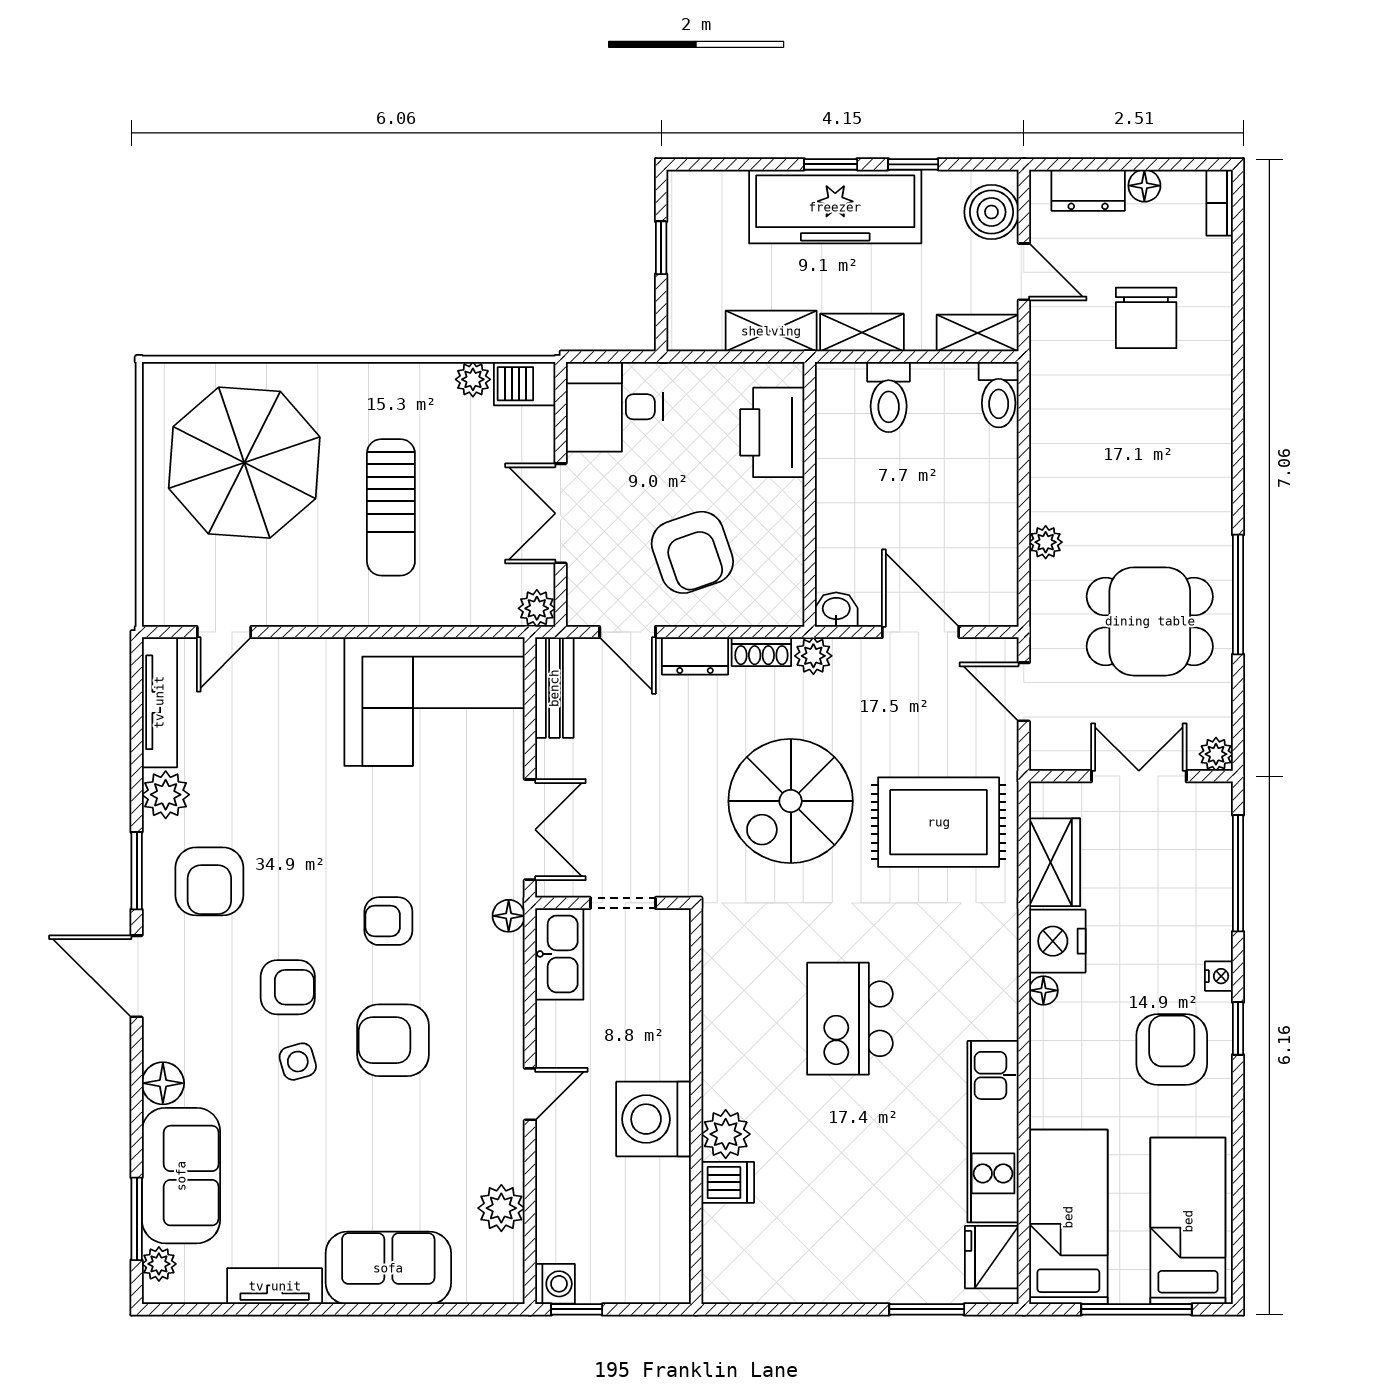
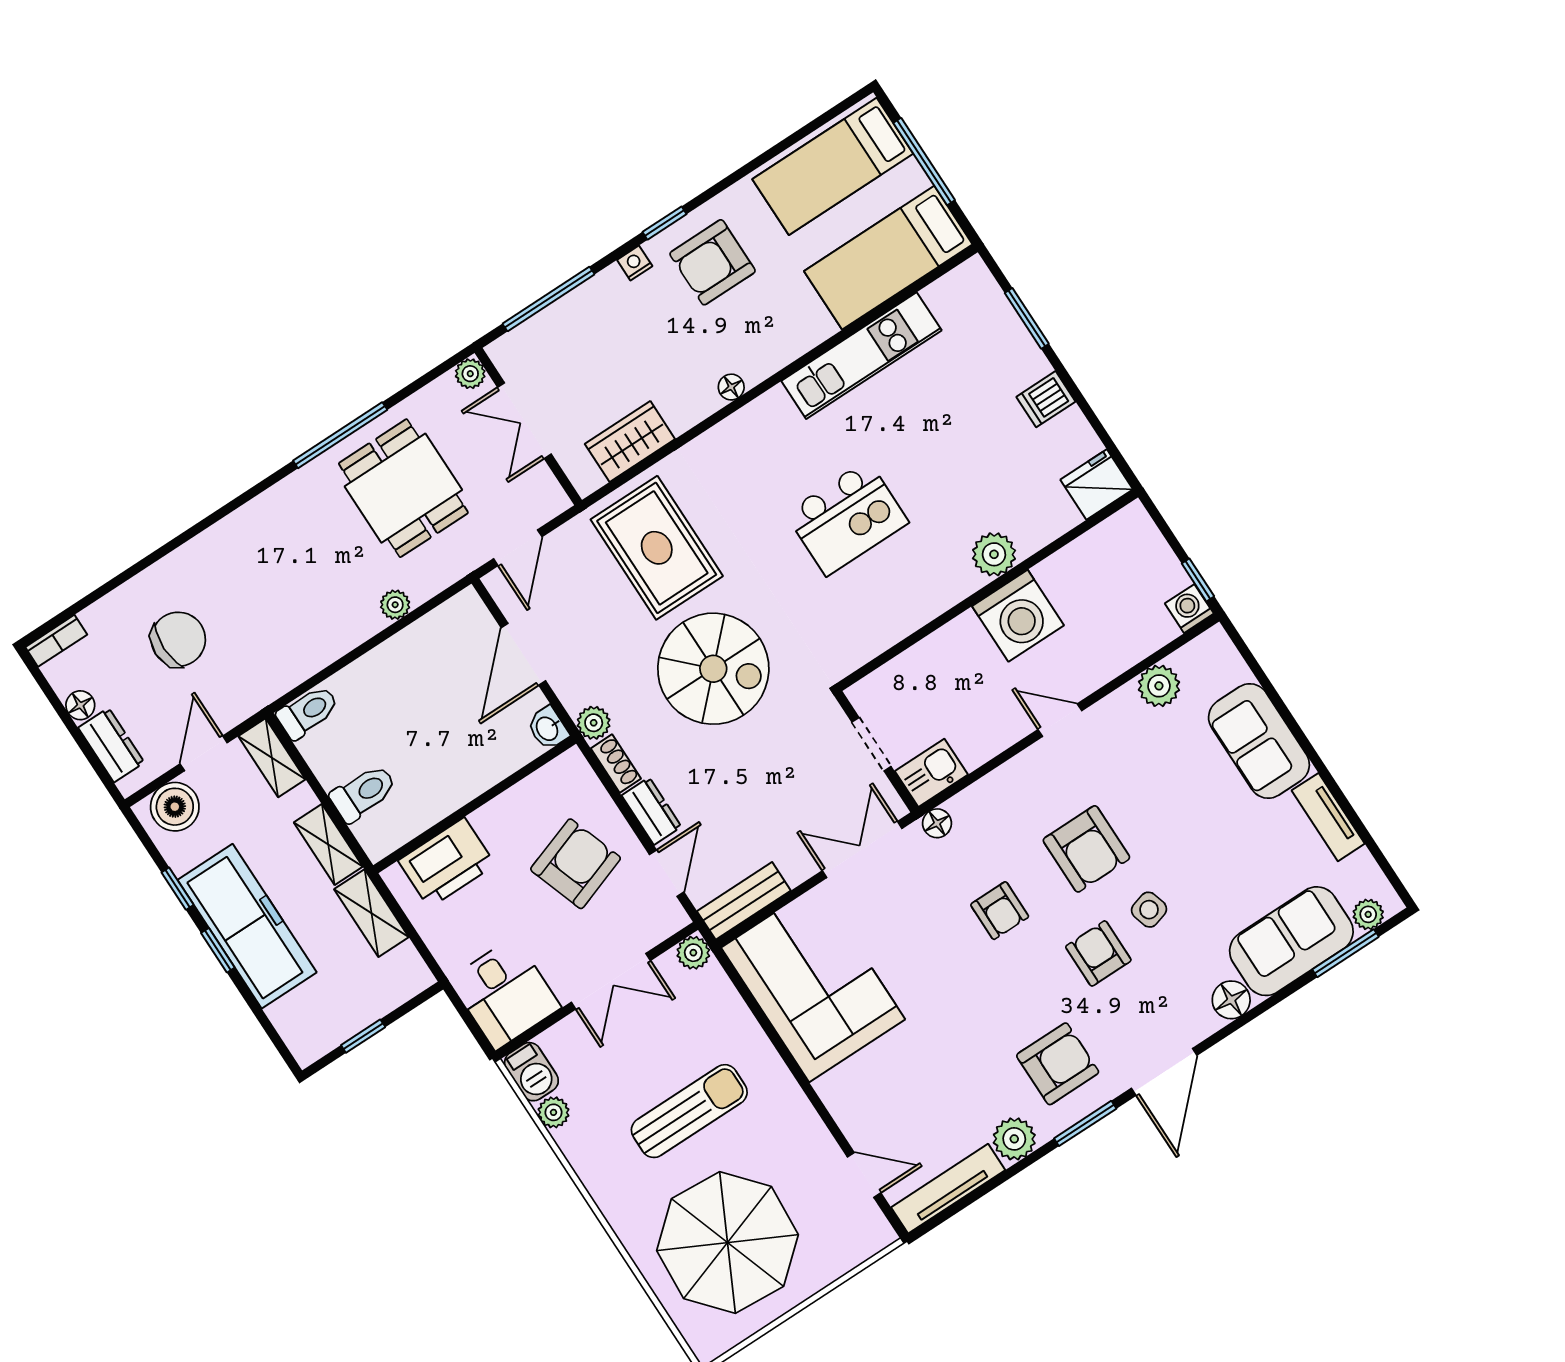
nightstand: (1057, 941) -> (688, 401), removed
kitchen sink: (559, 954) -> (931, 773), width x0.73
dishwasher: (728, 1182) -> (1046, 399), moved, turned -90
fridge: (992, 1257) -> (1097, 485), moved, turned 180

